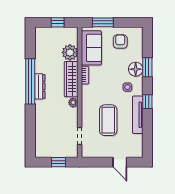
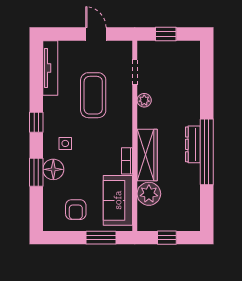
plant: (73, 103) -> (144, 100), moved
tv unit: (138, 115) -> (50, 68), moved
door: (120, 162) -> (96, 34), moved

